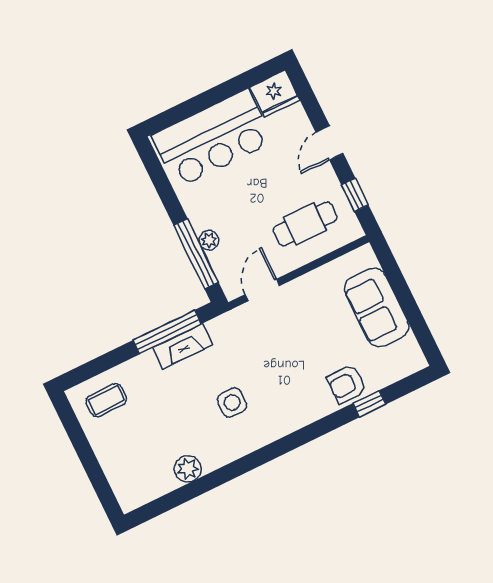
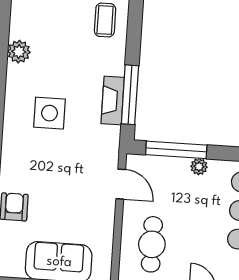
plant: (209, 240) -> (199, 167), moved
side table: (232, 403) -> (50, 113), width x1.37, depth x1.37

